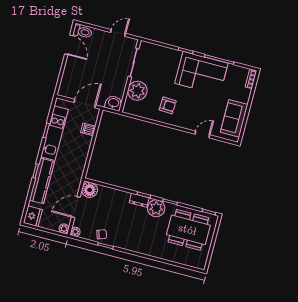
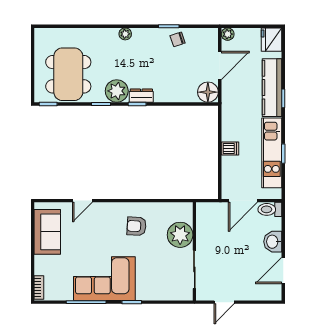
toilet: (83, 32) -> (270, 209), moved
door: (69, 45) -> (283, 270), hinge flipped
washbasin: (114, 103) -> (273, 242), moved, turned 90
dishwasher: (88, 129) -> (230, 148), moved
dining table: (188, 230) -> (68, 74), turned 90
plant: (75, 232) -> (125, 34), moved

